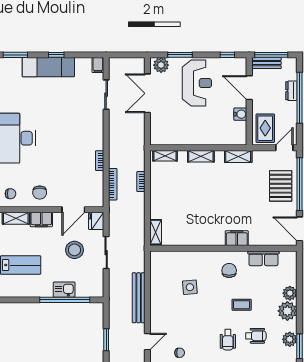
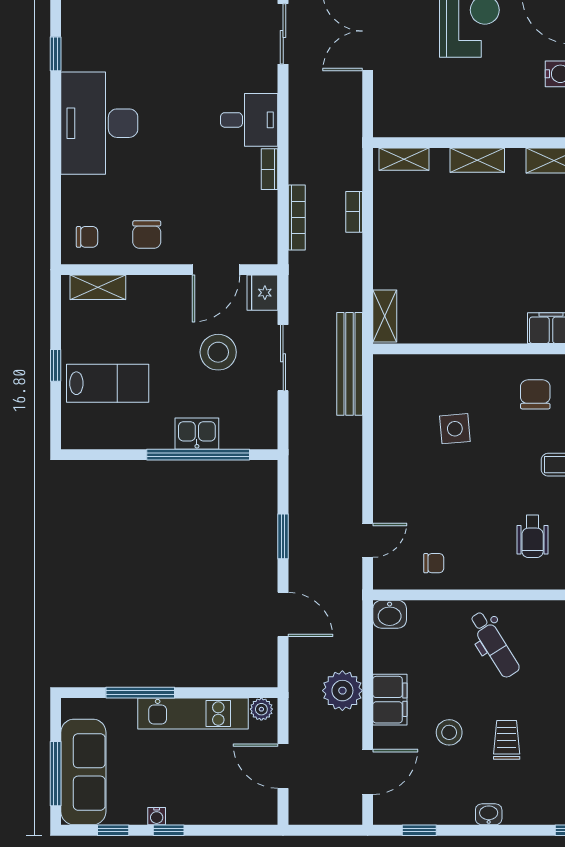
desk: (90, 137) -> (249, 120), added
filing cabinet: (41, 220) -> (150, 290), removed
bench: (139, 298) -> (350, 364), moved

